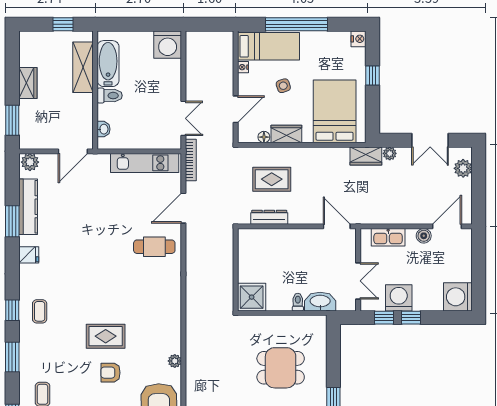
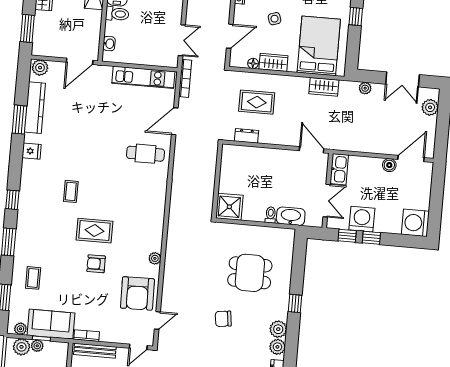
wardrobe: (366, 156) -> (324, 87), moved
dresser: (269, 217) -> (246, 136), width x0.70
kitchen sink: (388, 237) -> (339, 169), moved, turned -90
coffee table: (40, 311) -> (71, 191), moved

